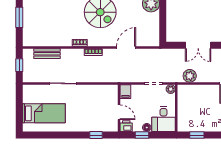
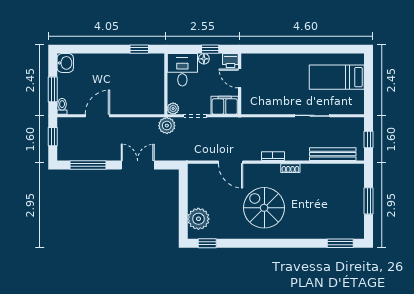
door: (126, 48) -> (231, 162), hinge flipped
bench: (47, 54) -> (333, 154), width x1.36
plant: (190, 76) -> (167, 126), moved
filing cabinet: (125, 92) -> (225, 105), width x2.00
window: (96, 135) -> (269, 49), removed

